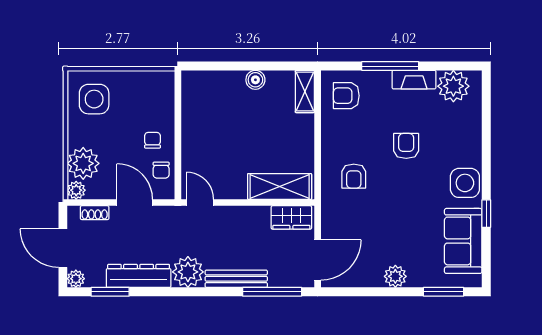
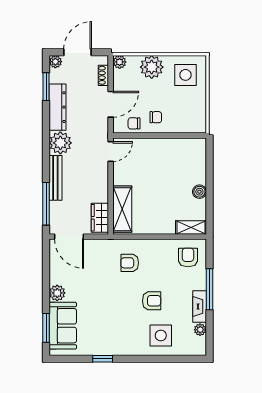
plant: (453, 86) -> (200, 330), width x0.53, depth x0.53
plant: (83, 163) -> (152, 67), moved
side table: (465, 183) -> (161, 335), moved
sofa: (463, 241) -> (63, 326), moved, turned 90

